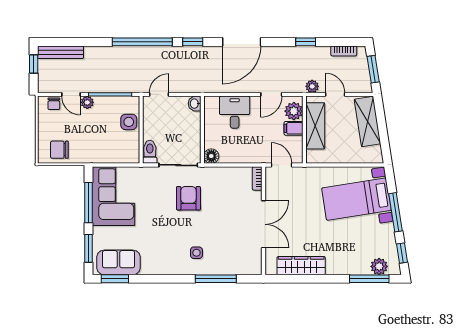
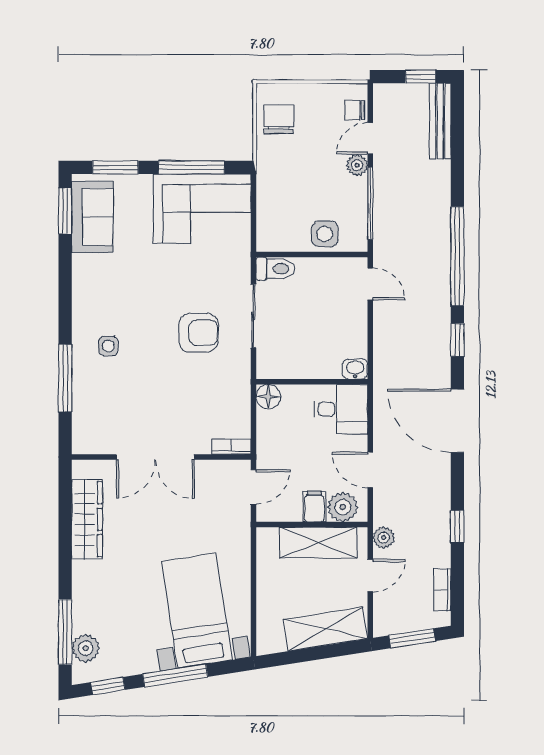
washbasin: (195, 104) -> (355, 369), moved
wall: (202, 130) -> (312, 382), moved
floor lamp: (211, 156) -> (268, 397), moved

